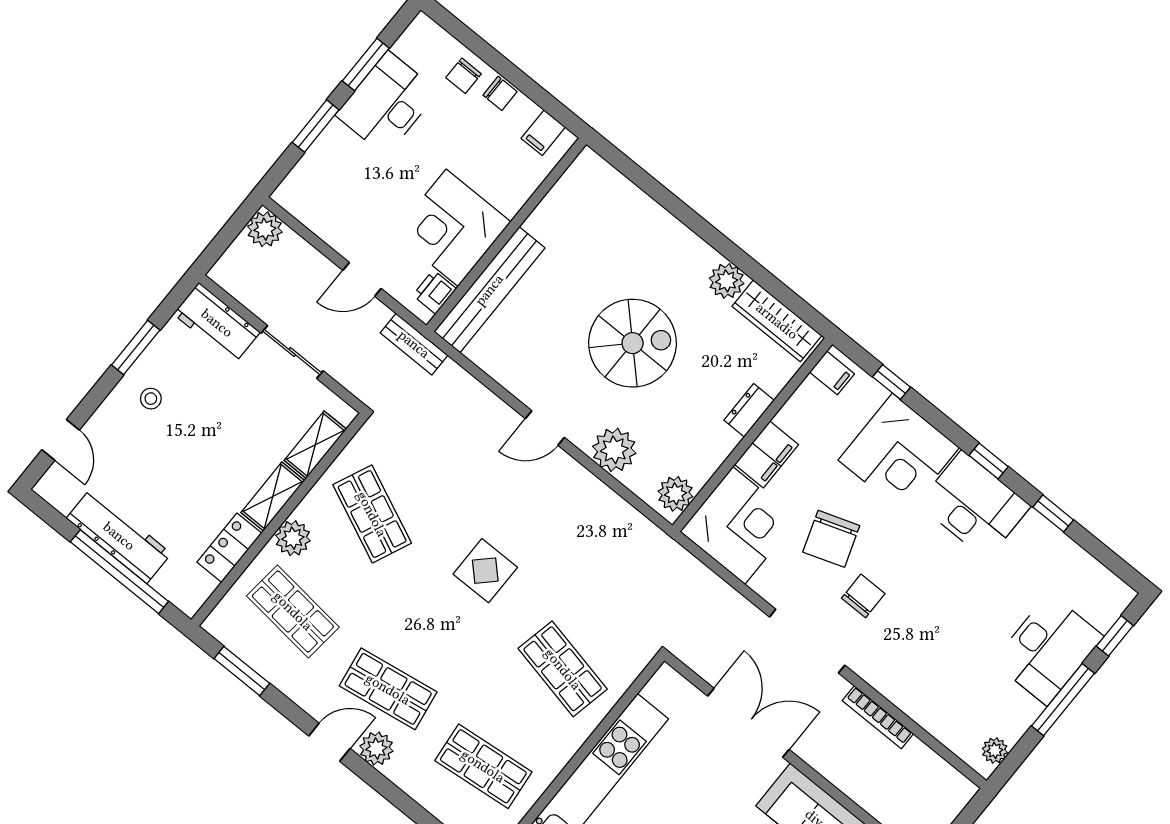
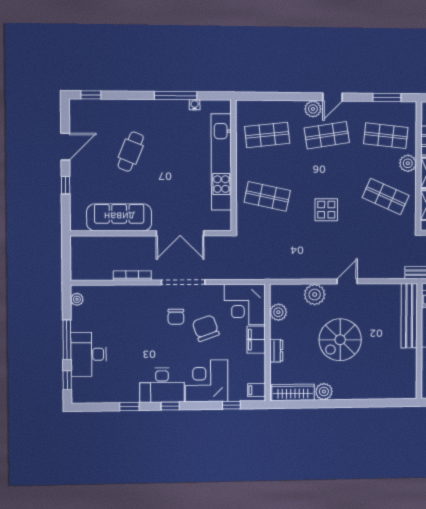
plant: (675, 494) -> (278, 312), moved

